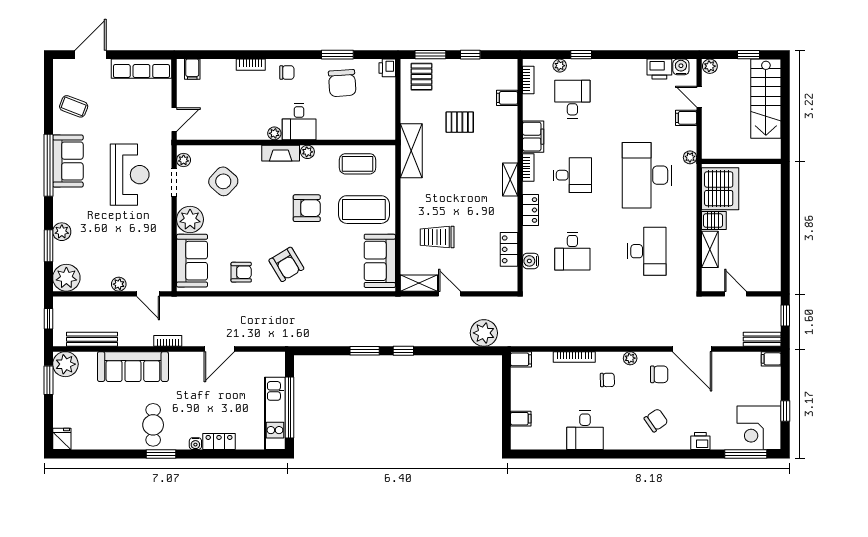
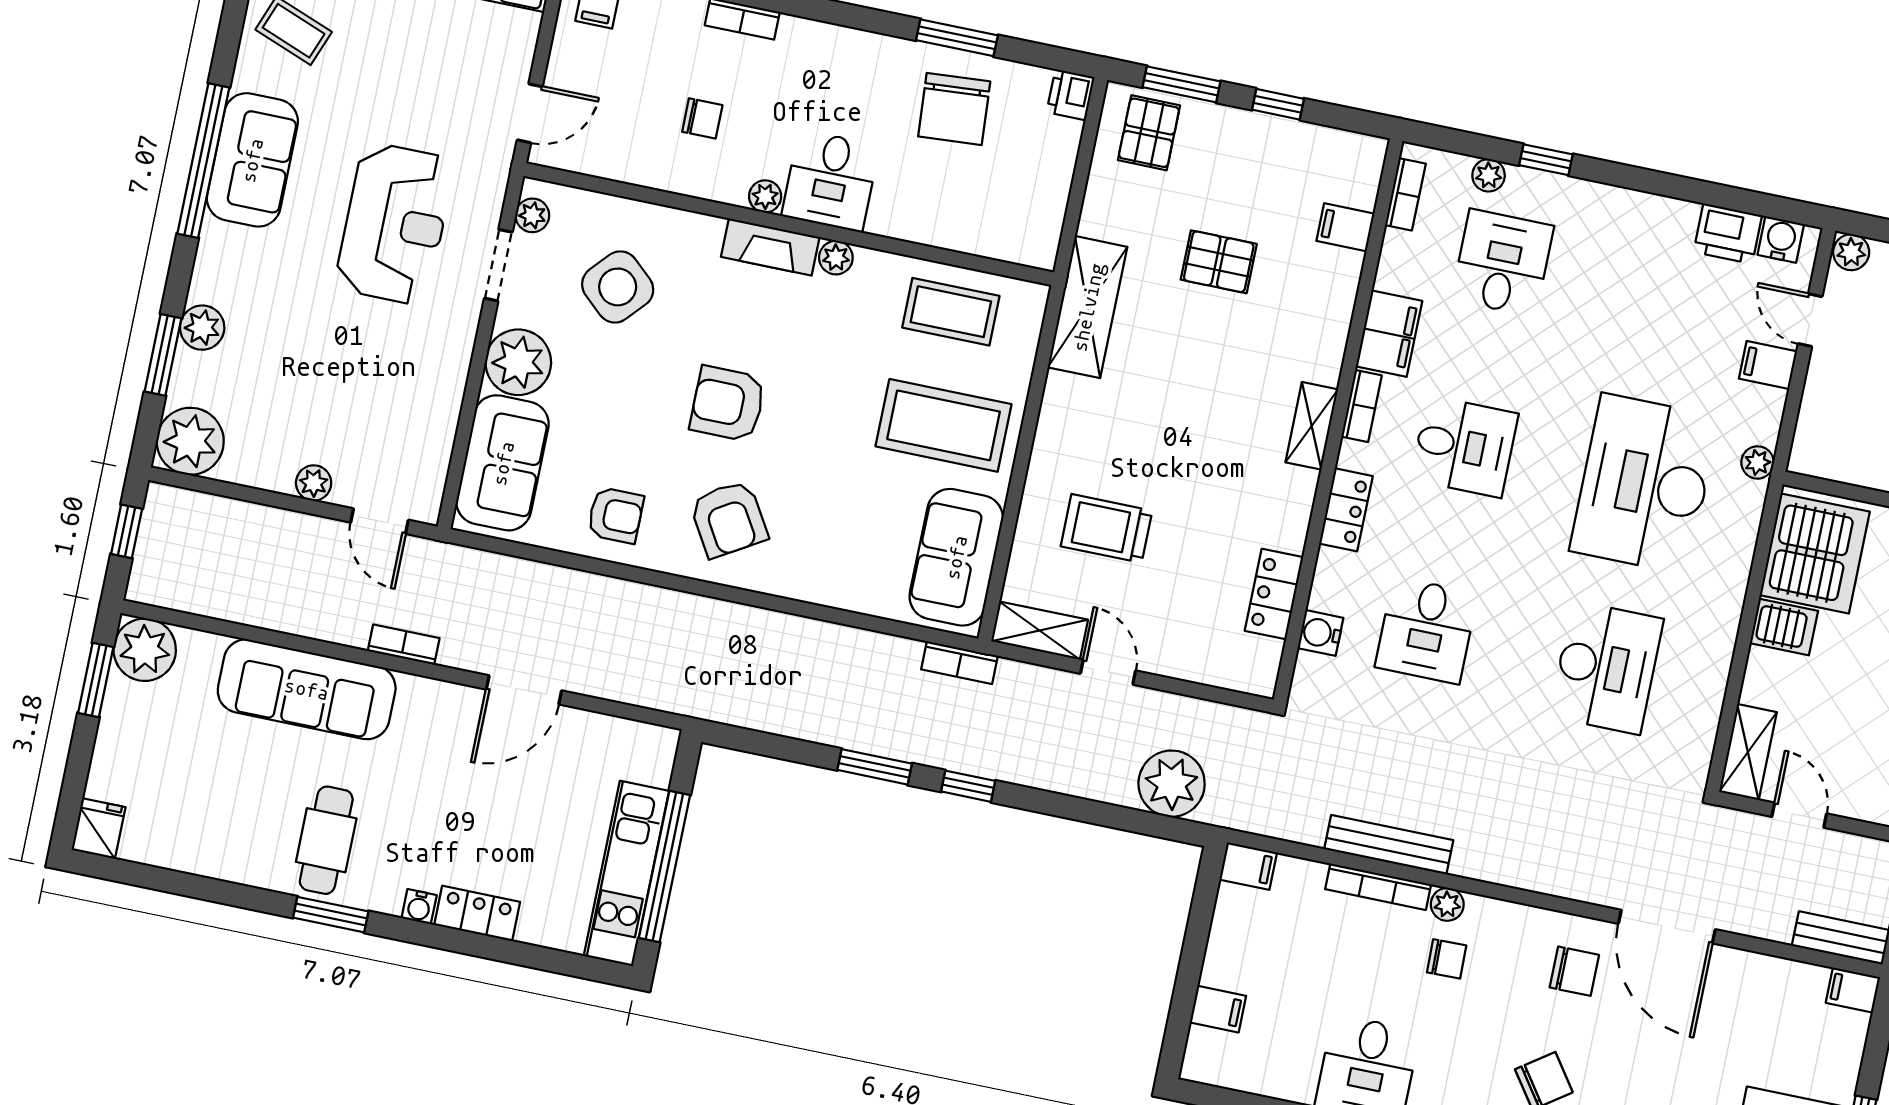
chair: (287, 72) -> (702, 118), moved
armchair: (307, 208) -> (728, 404), moved, turned 180
shelving: (710, 249) -> (1748, 752), moved
bookcase: (390, 302) -> (960, 663), added
bench: (92, 339) -> (1389, 845), moved
plant: (630, 358) -> (1447, 904), moved

